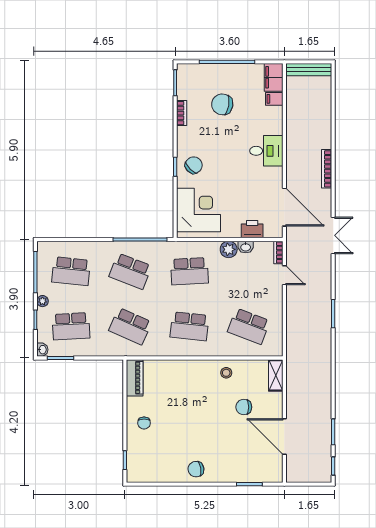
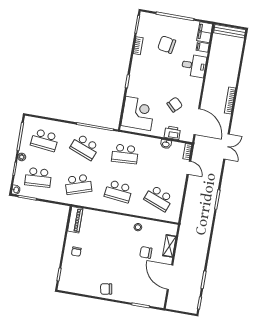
desk: (266, 151) -> (194, 66), moved
chair: (194, 165) -> (175, 105), moved
plant: (229, 249) -> (154, 144), removed
school desk: (130, 326) -> (78, 184), turned -42
shelving: (276, 375) -> (169, 246), moved

